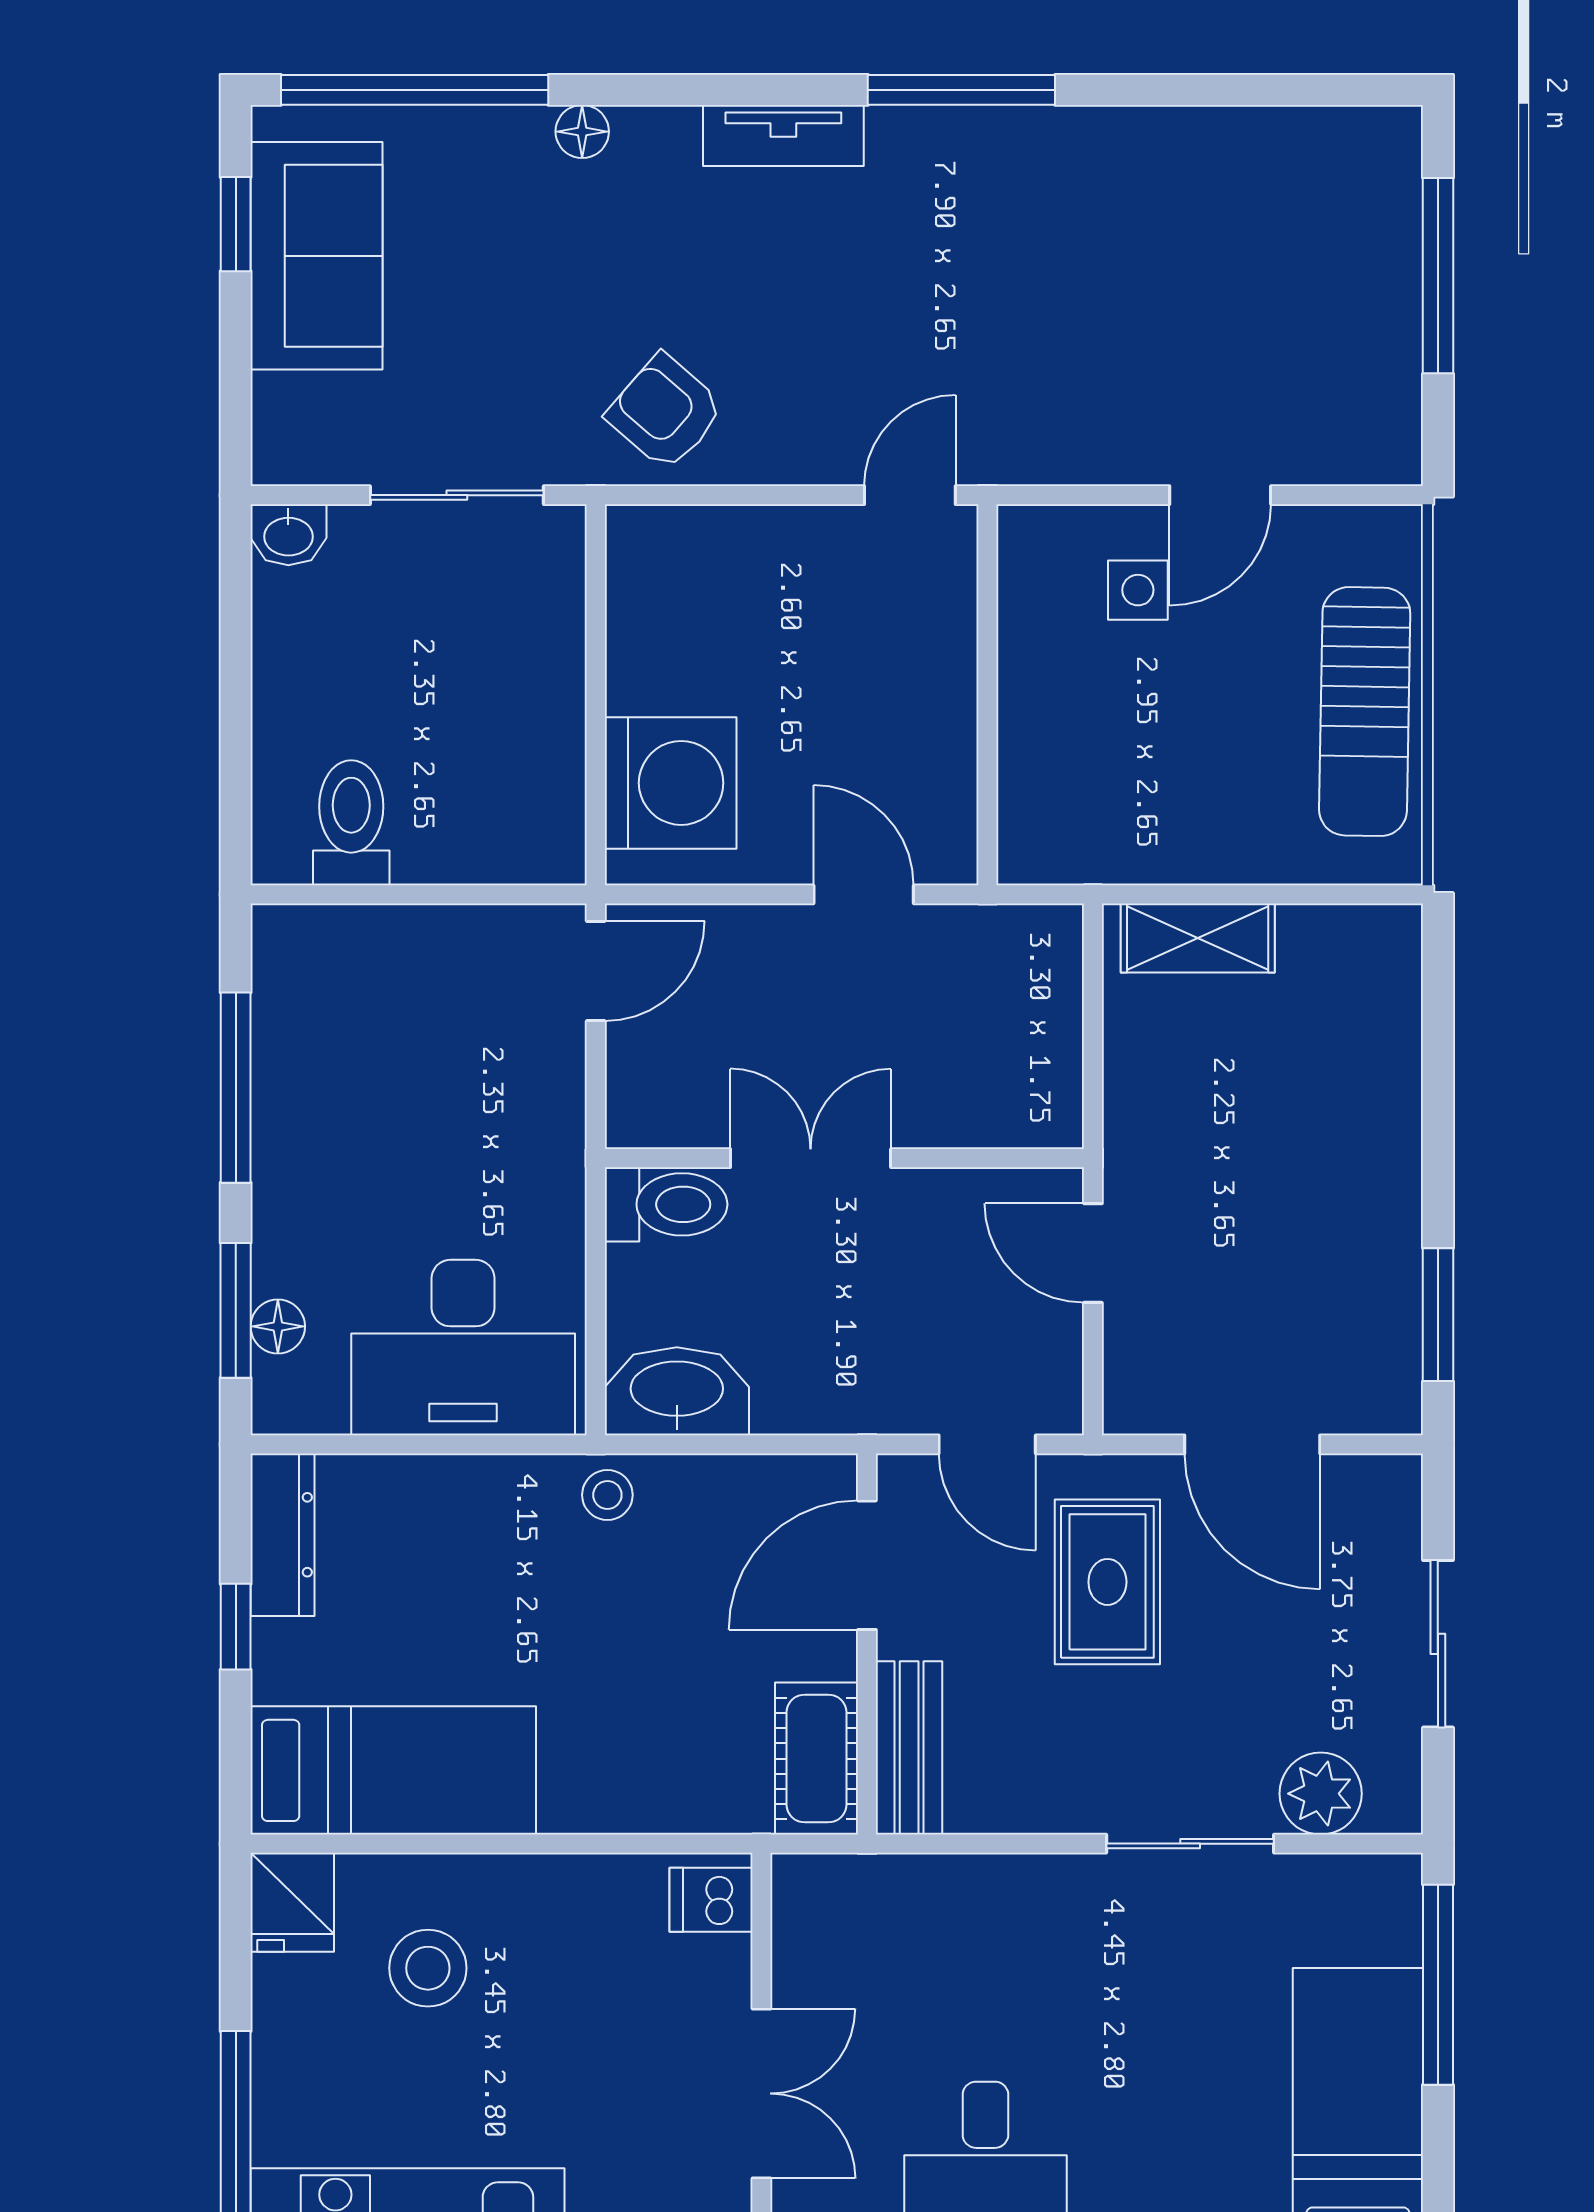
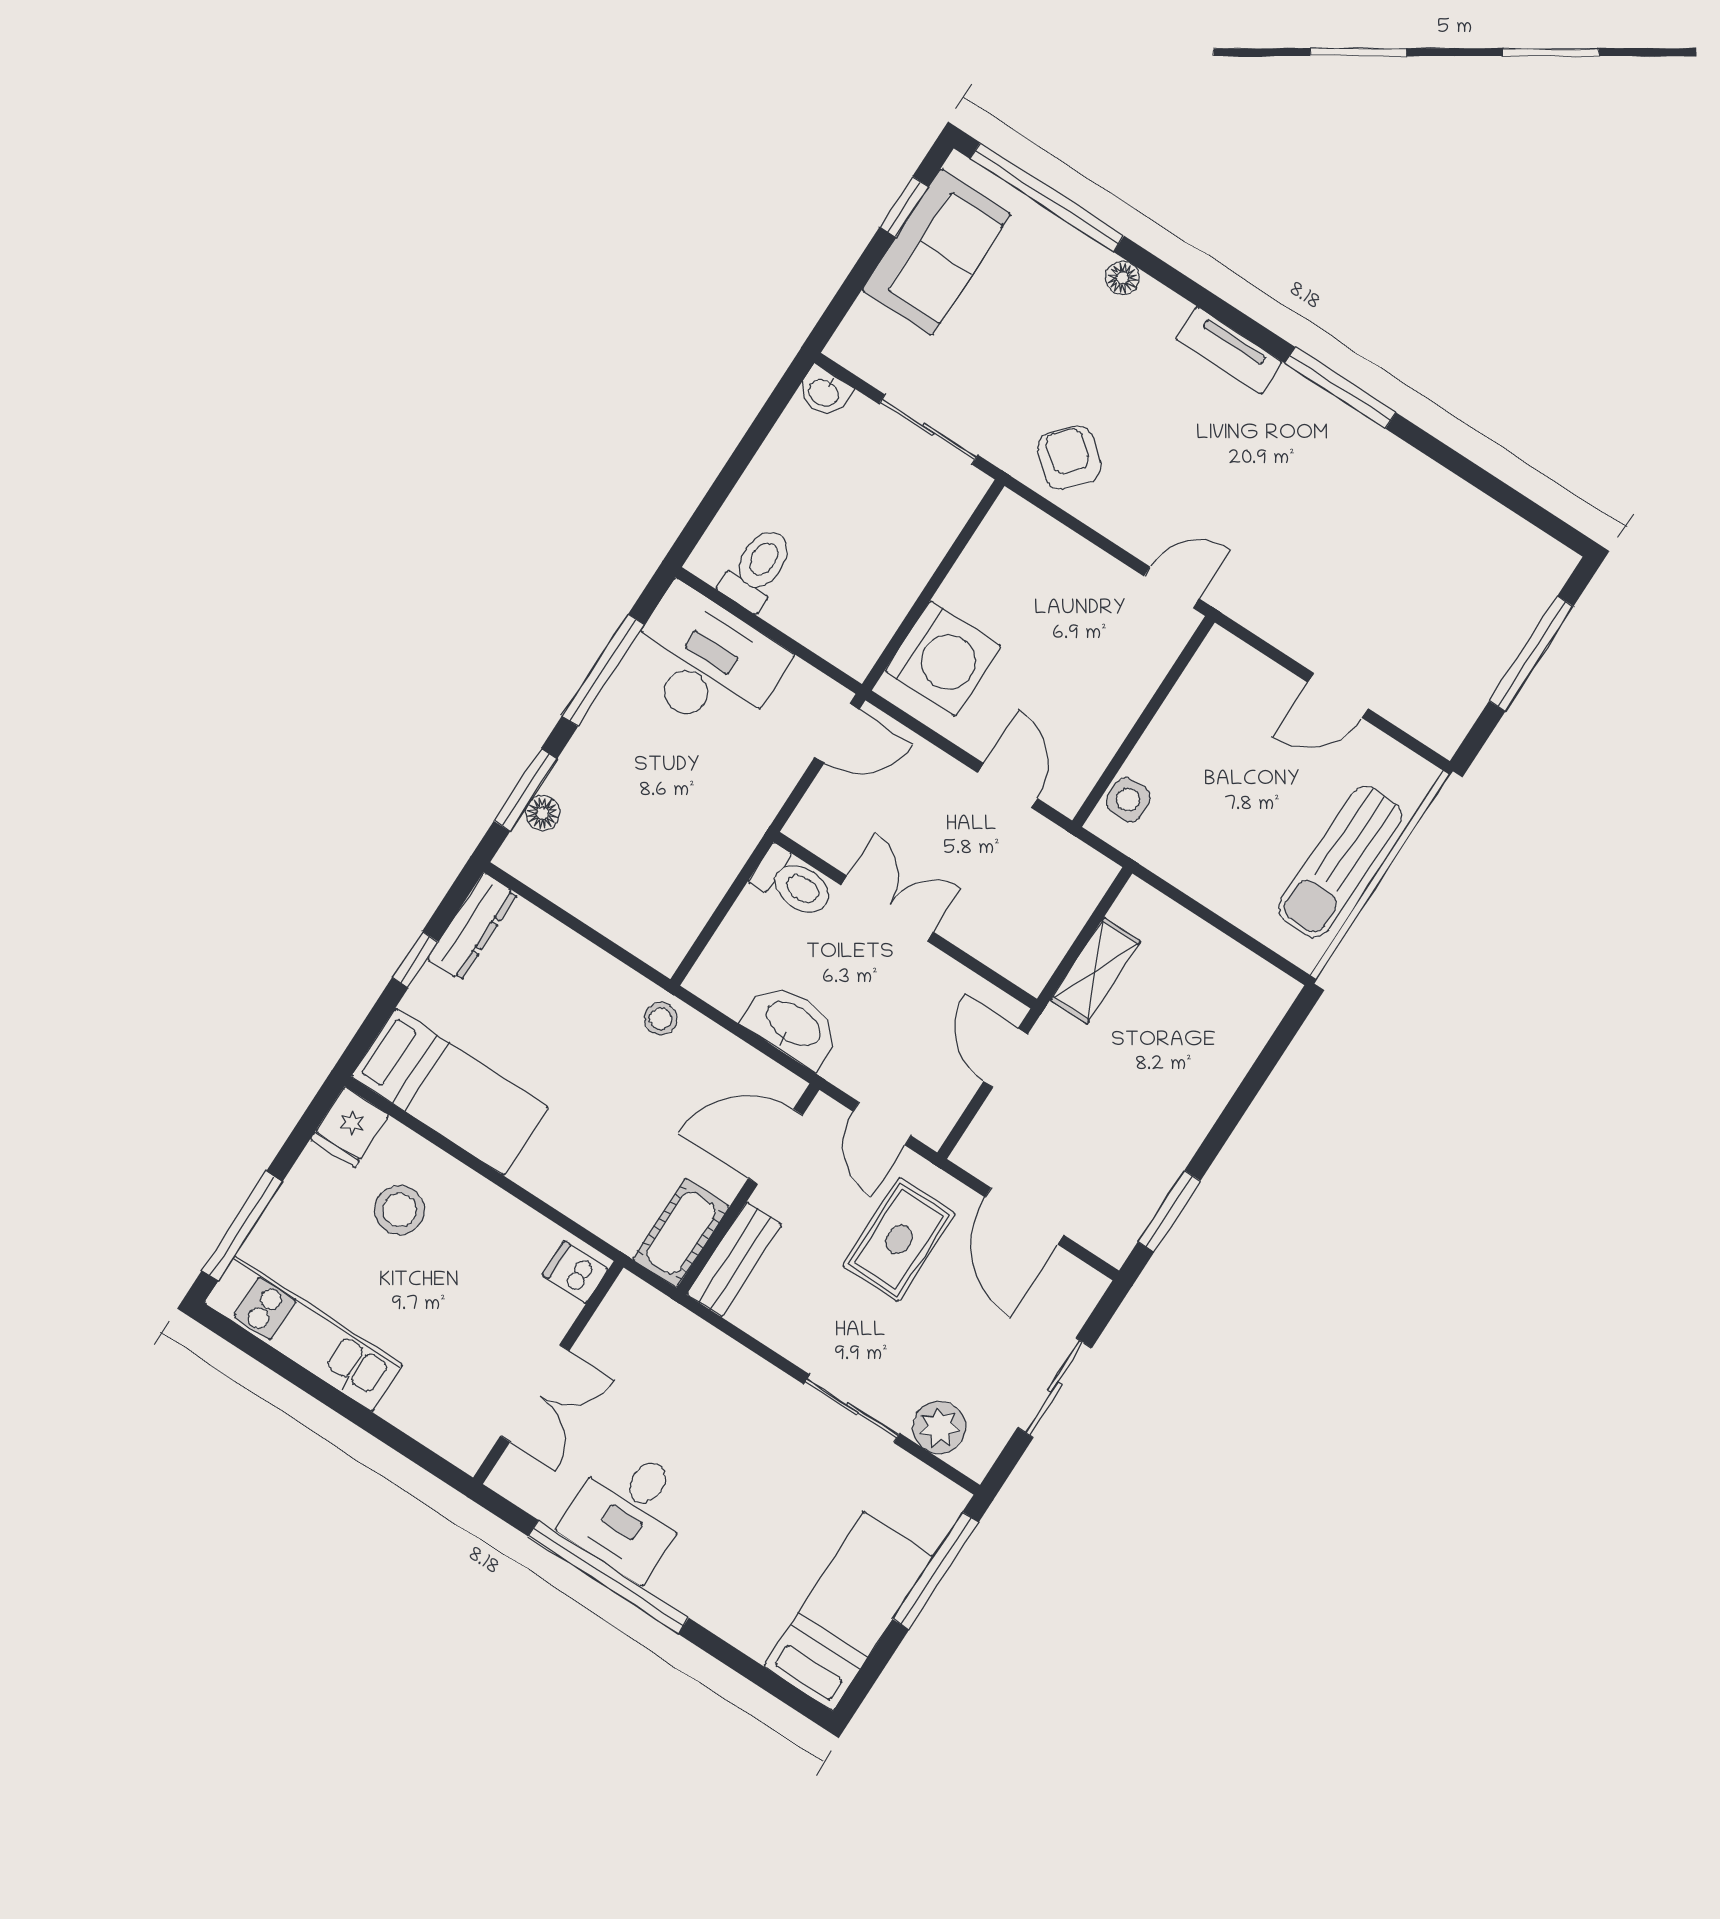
side table: (1138, 590) -> (1128, 800), moved
shelving: (1198, 938) -> (1095, 971), moved, turned 90
desk: (463, 1348) -> (705, 663), moved, turned 180
washbasin: (677, 1391) -> (792, 1025), moved

